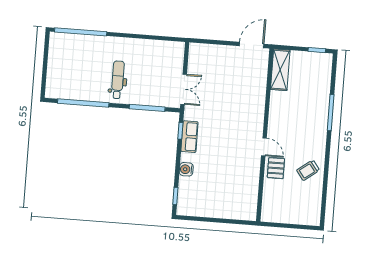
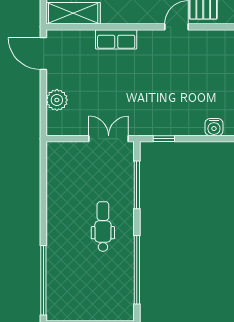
plant: (216, 52) -> (57, 100), added
dental chair: (118, 80) -> (103, 226), turned 90
row of seats: (189, 137) -> (116, 39), moved, turned 180

